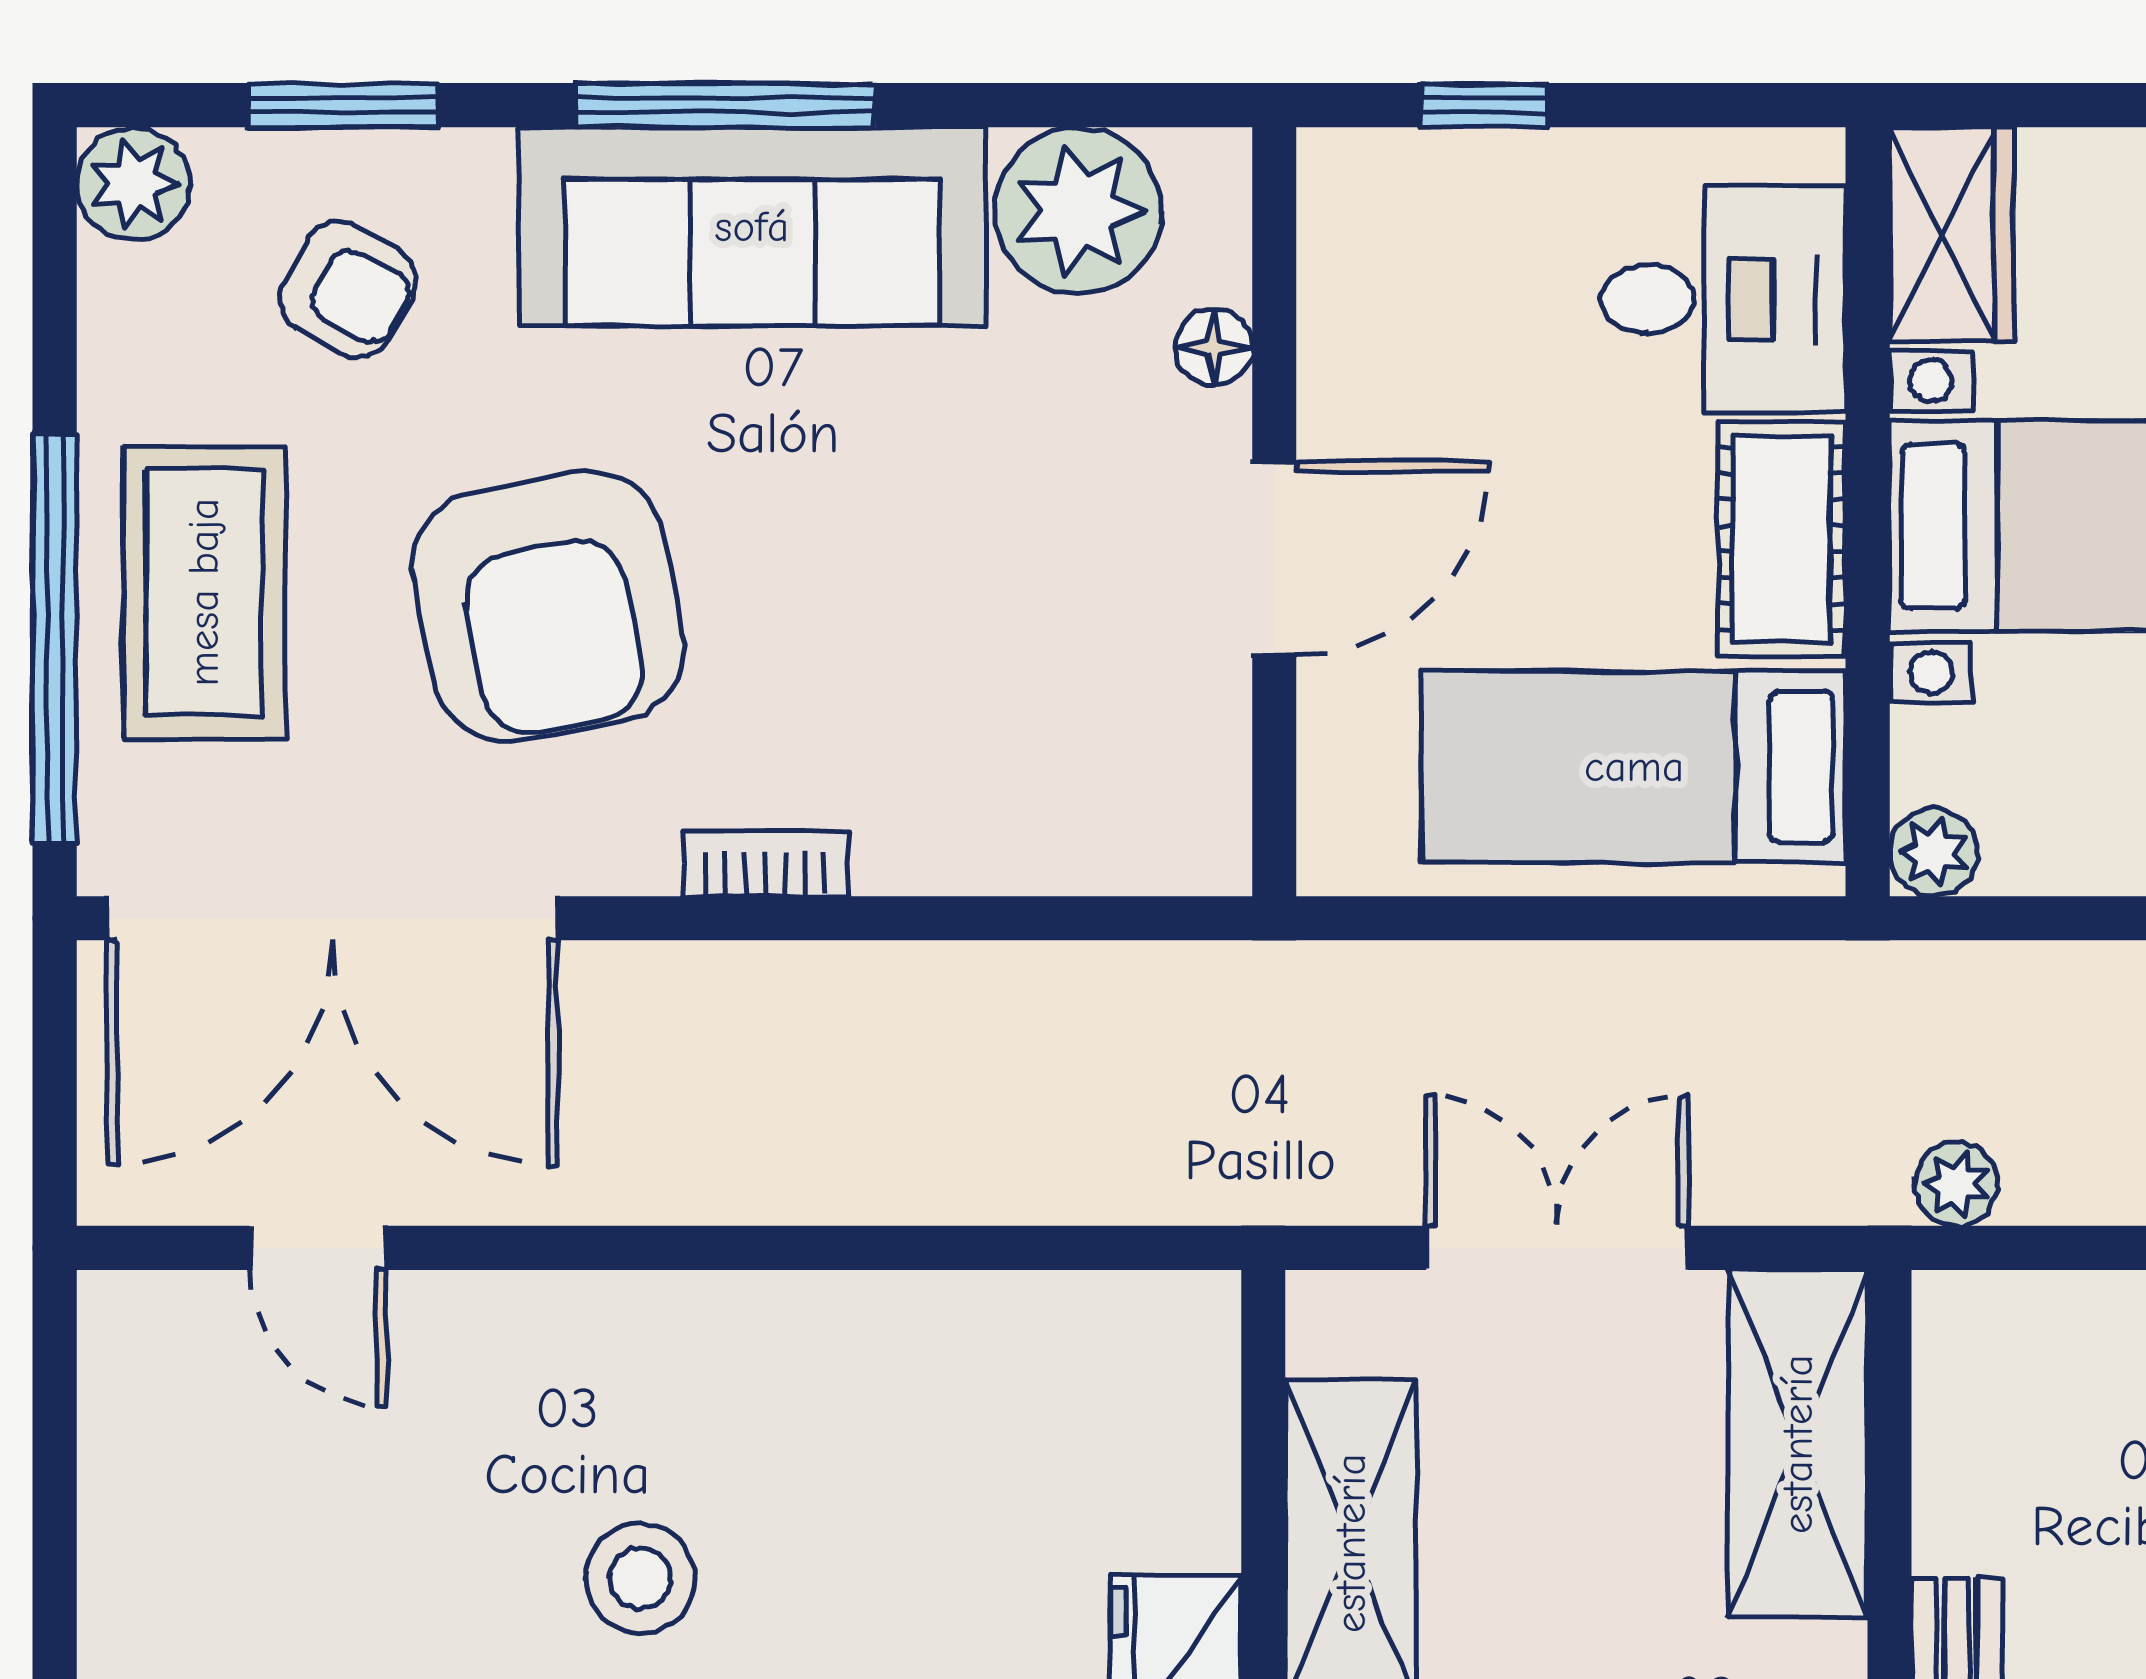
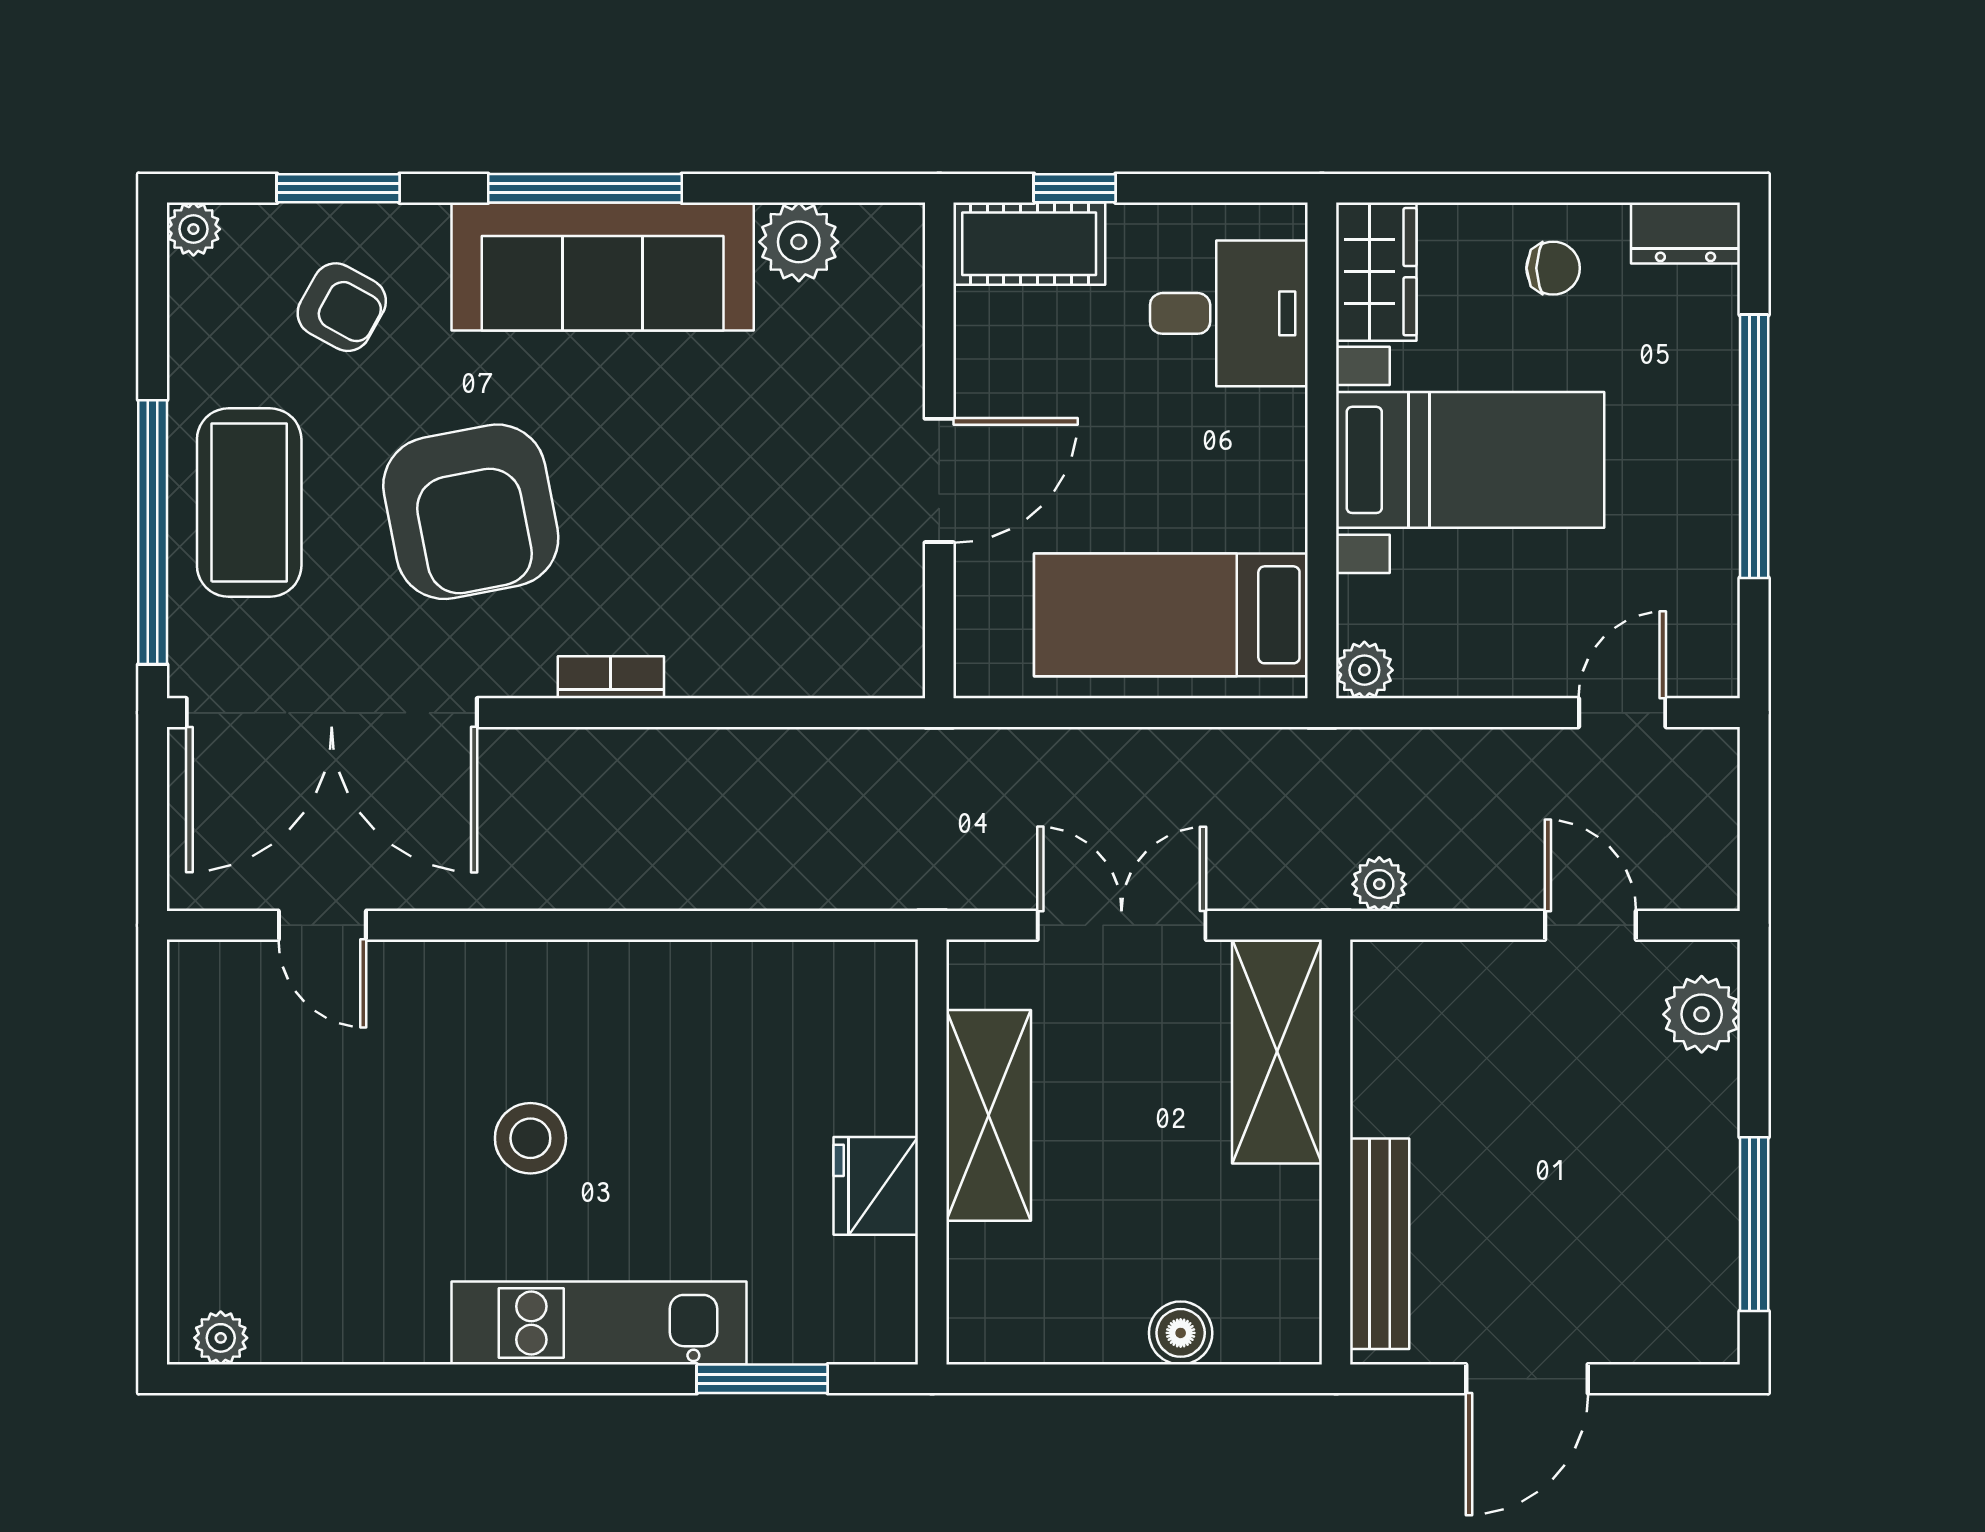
plant: (133, 184) -> (193, 229), width x0.73, depth x0.73
plant: (1079, 211) -> (799, 242), width x0.73, depth x0.73
floor lamp: (1214, 347) -> (900, 344), removed
cot: (1782, 539) -> (1029, 244), moved, turned 90

